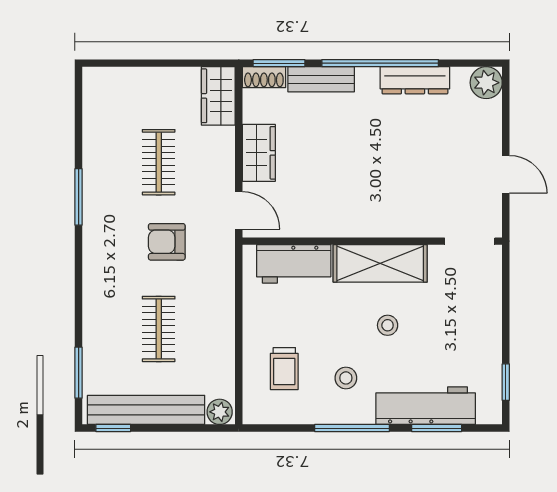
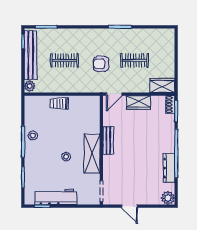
bench: (321, 79) -> (108, 141), moved
door: (506, 174) -> (129, 206), hinge flipped
armchair: (167, 242) -> (101, 64), turned -90
workbench: (294, 264) -> (92, 117), removed
trolley: (284, 369) -> (59, 103), moved
stool: (346, 378) -> (33, 135), moved
workbench: (426, 406) -> (56, 197), moved, turned -90

